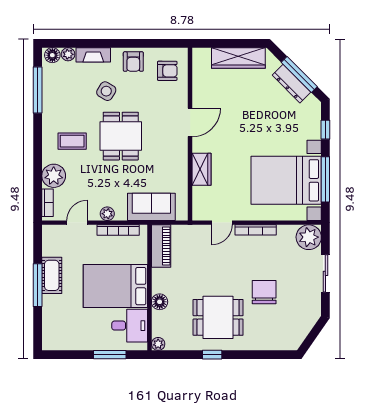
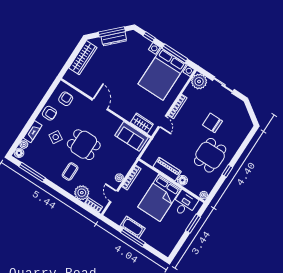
wardrobe: (201, 169) -> (142, 123), moved
sofa: (151, 207) -> (132, 136), moved, turned -90
piano: (161, 246) -> (167, 169), moved

